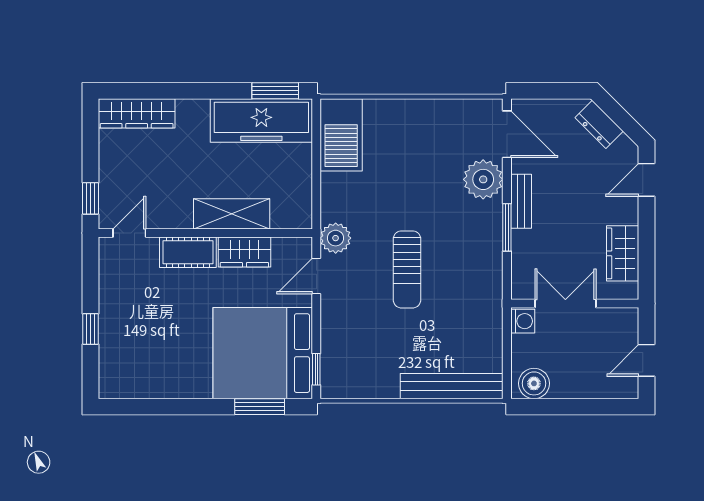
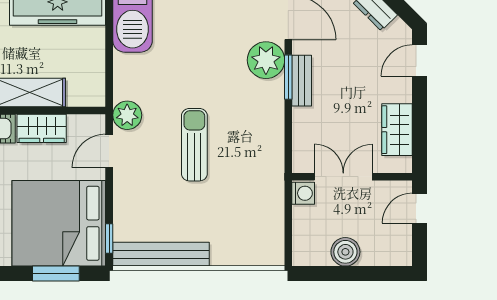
window: (507, 227) -> (288, 77), moved
sun lounger: (407, 269) -> (194, 145), turned 180
door: (647, 360) -> (419, 208), moved
boiler: (534, 383) -> (345, 252), moved
bench: (452, 386) -> (161, 254), moved

